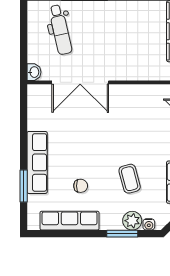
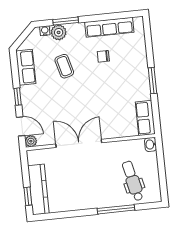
double door: (80, 82) -> (79, 143), moved
row of seats: (37, 162) -> (145, 118), moved, width x0.68
window: (24, 186) -> (152, 81), moved

